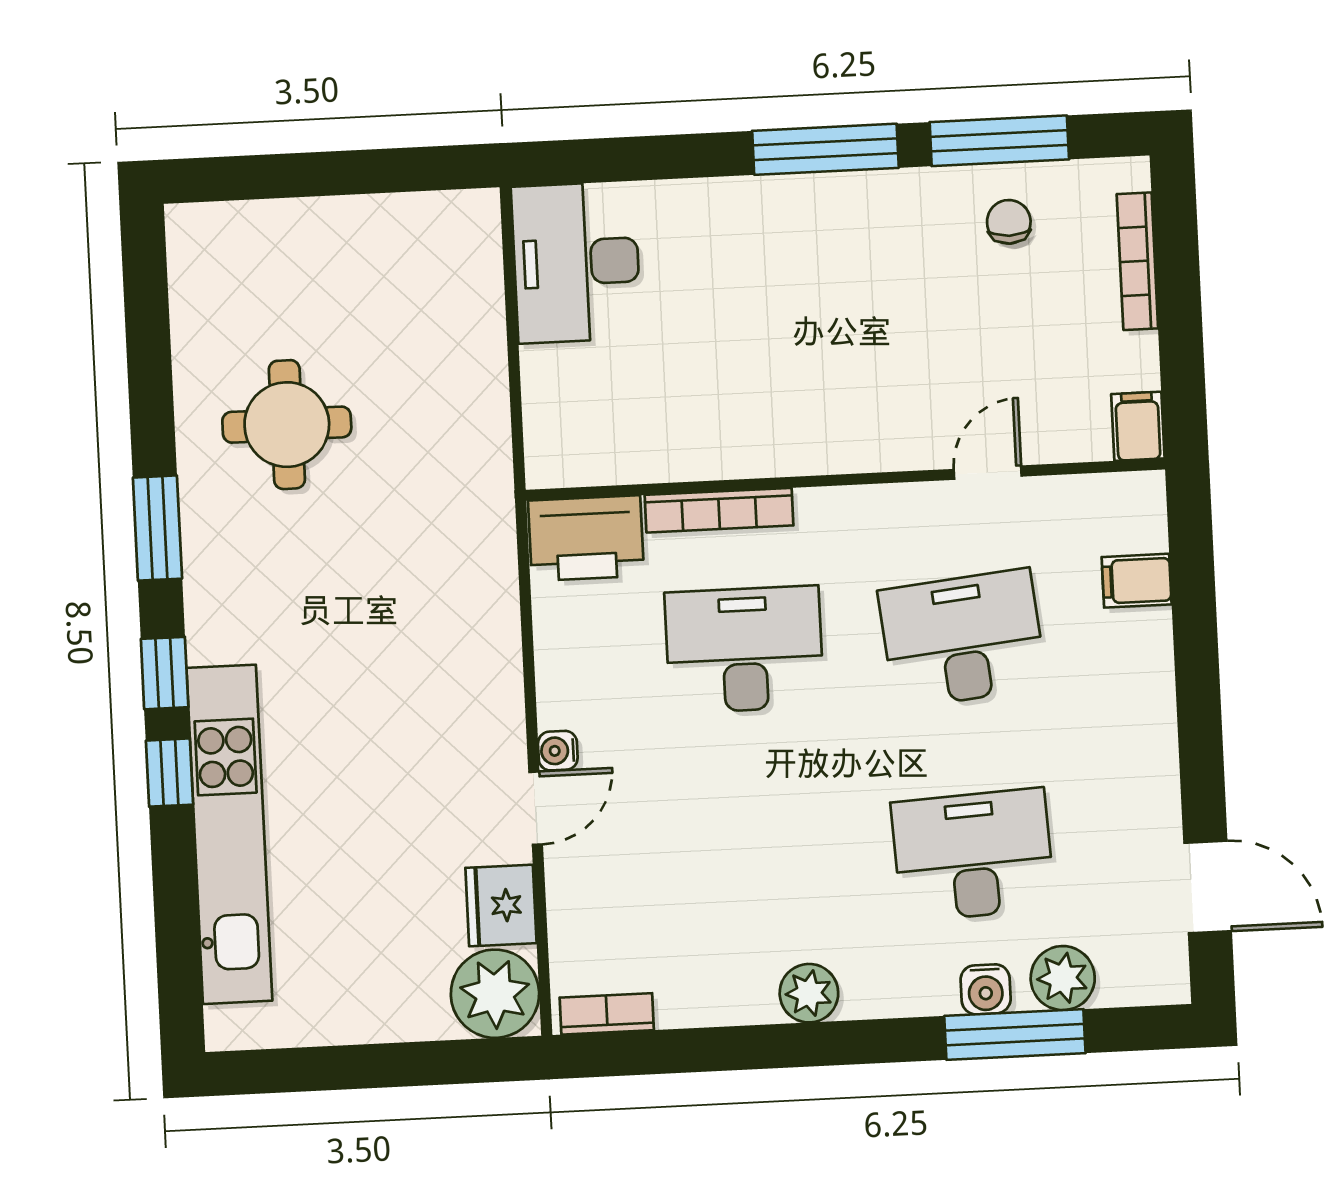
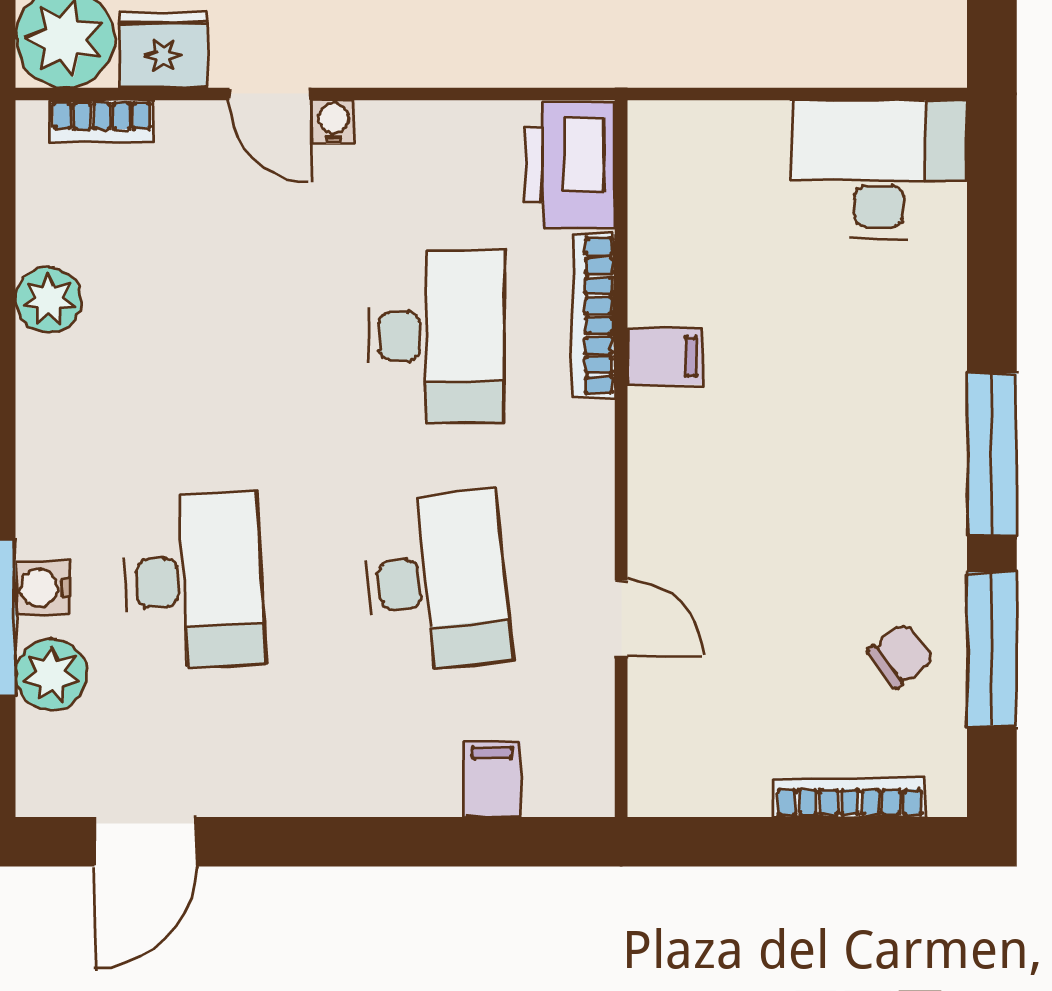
chair: (1009, 222) -> (901, 656), turned -37
filing cabinet: (1138, 426) -> (665, 356), moved
plant: (809, 993) -> (48, 300), moved
bookcase: (607, 1014) -> (102, 121), moved, turned 90

